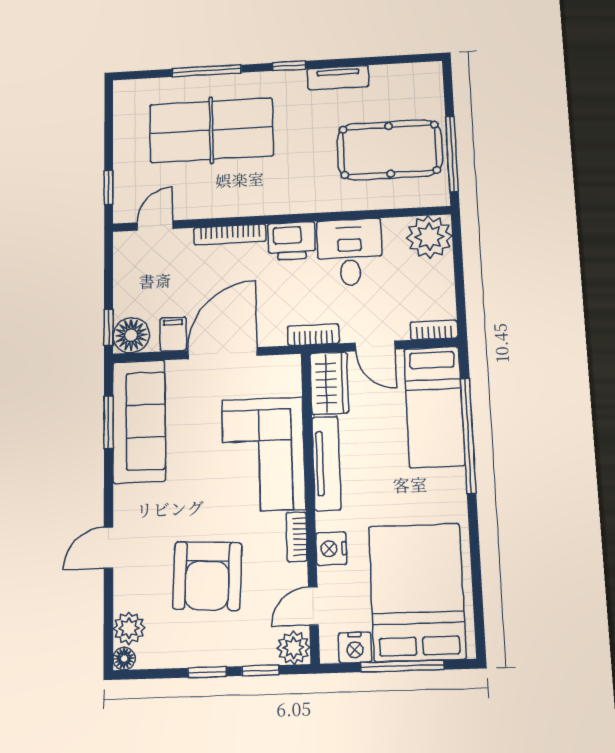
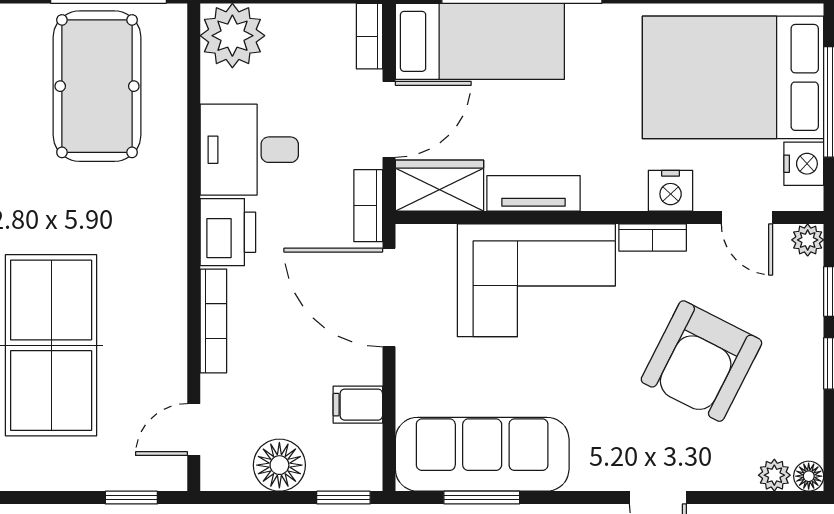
door: (155, 226) -> (194, 430), hinge flipped
floor lamp: (131, 335) -> (279, 465), moved
door: (375, 346) -> (389, 119), width x1.38
door: (223, 353) -> (389, 298), moved
tv unit: (326, 463) -> (534, 193), width x0.71
armchair: (207, 576) -> (701, 361), turned 114
plant: (129, 628) -> (774, 475), width x0.73, depth x0.73
plant: (294, 648) -> (808, 240), width x0.73, depth x0.73

